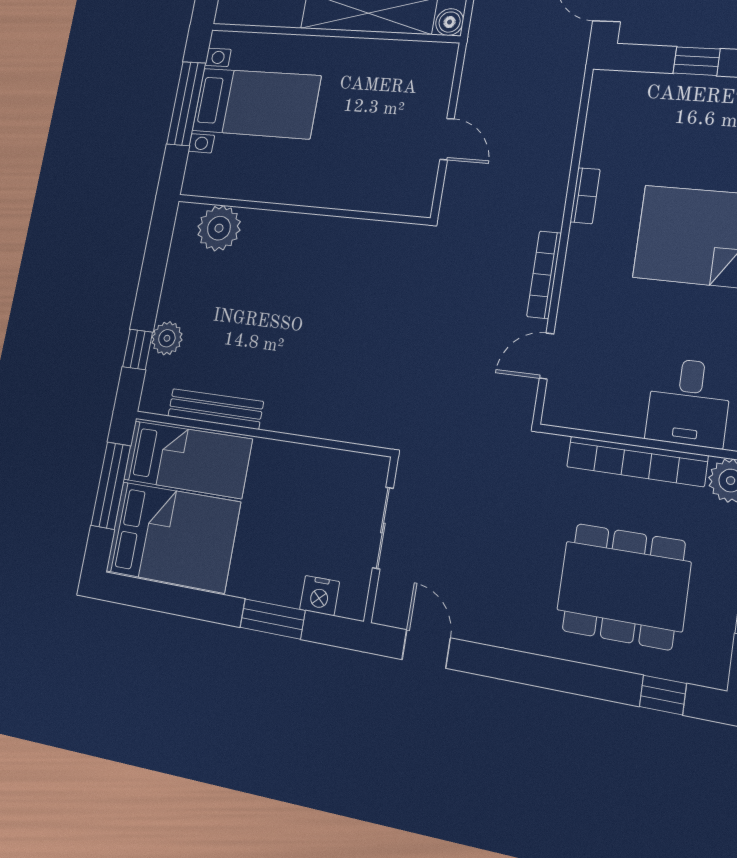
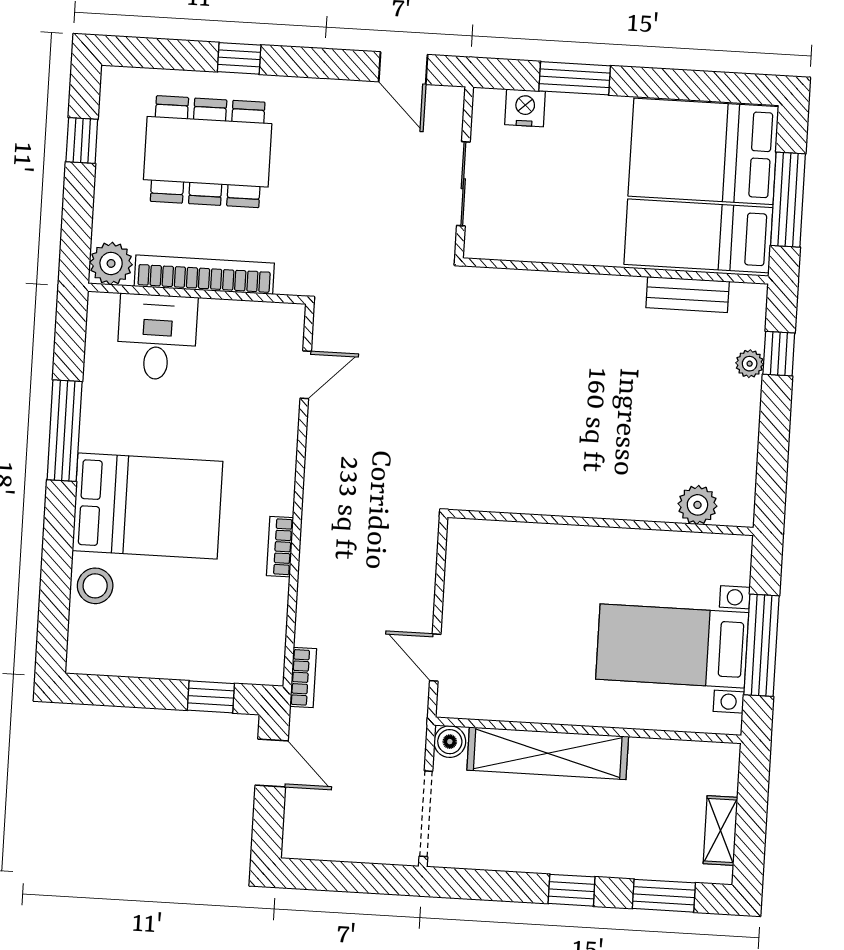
window: (697, 61) -> (211, 697), moved
door: (447, 139) -> (435, 657), moved
plant: (219, 228) -> (697, 505), width x0.73, depth x0.73
bookcase: (544, 275) -> (303, 678), moved, width x0.64
plant: (167, 338) -> (750, 364), width x0.73, depth x0.73
bench: (215, 409) -> (688, 295), width x0.73
window: (663, 695) -> (239, 58), moved

